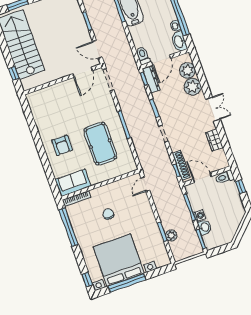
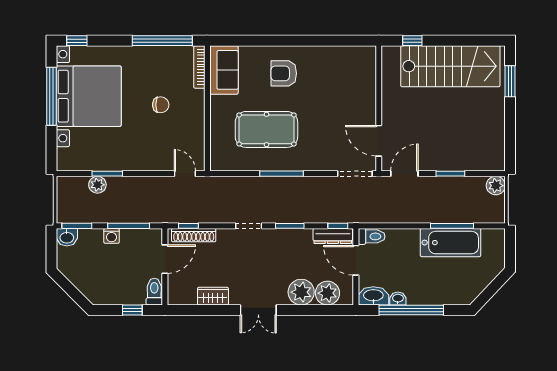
washbasin: (205, 227) -> (67, 237), moved

